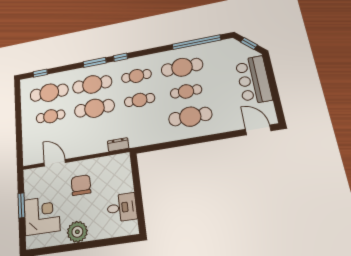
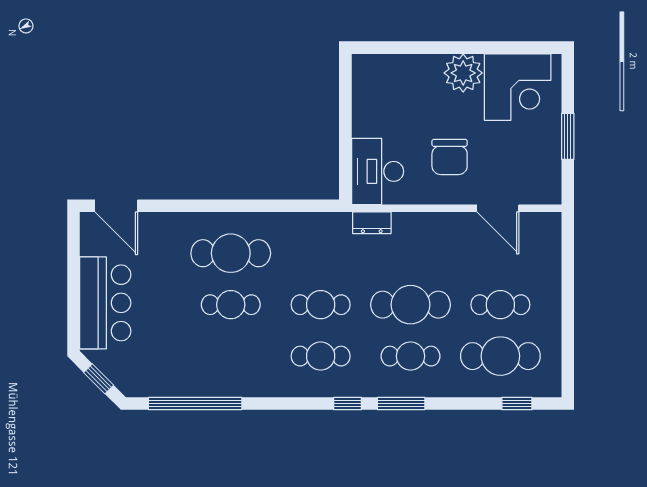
cafe table: (182, 67) -> (231, 356), removed
cafe table: (92, 84) -> (410, 356), width x0.73, depth x0.74
desk: (122, 208) -> (378, 171), moved, width x1.37
corner desk: (42, 215) -> (518, 87), moved, turned -90

